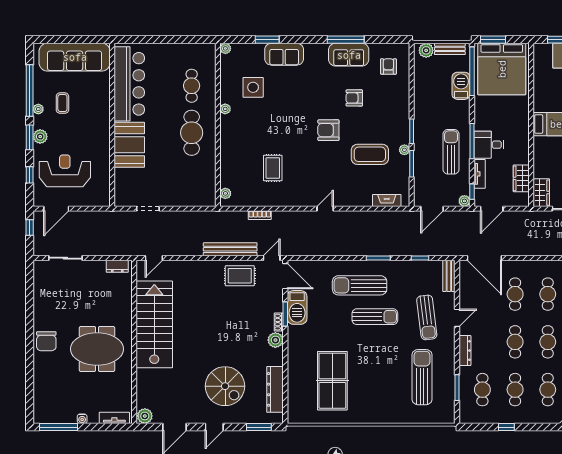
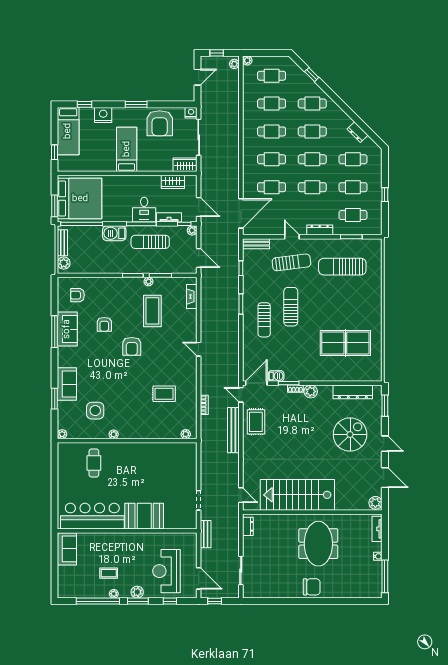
sofa: (75, 57) -> (67, 549), width x0.54, depth x0.79
cafe table: (192, 86) -> (94, 463), turned 90
barbecue: (461, 86) -> (114, 233), moved
cafe table: (192, 133) -> (134, 463), removed
bench: (108, 217) -> (206, 534), added
sun lounger: (360, 285) -> (264, 320), width x0.73, depth x0.75
barbecue: (297, 307) -> (276, 376), width x0.53, depth x0.65

